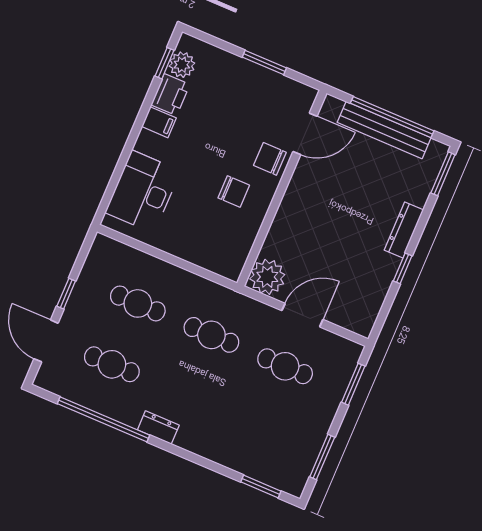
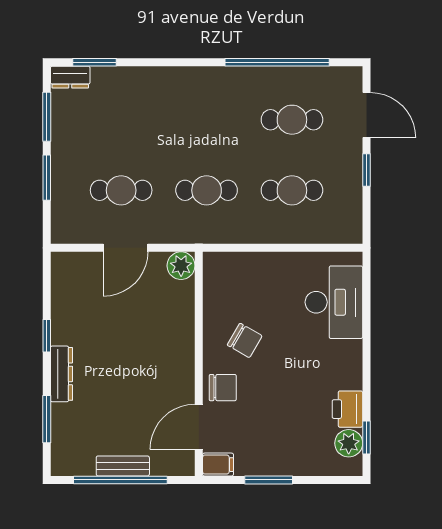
filing cabinet: (159, 122) -> (218, 465), moved, turned 180
bench: (384, 130) -> (123, 466), width x0.54, depth x0.82
window: (443, 174) -> (47, 419), moved
chair: (234, 192) -> (245, 340), turned -150
plant: (267, 277) -> (181, 266), width x0.73, depth x0.73
window: (353, 384) -> (47, 178), moved
dresser: (158, 427) -> (70, 77), moved

